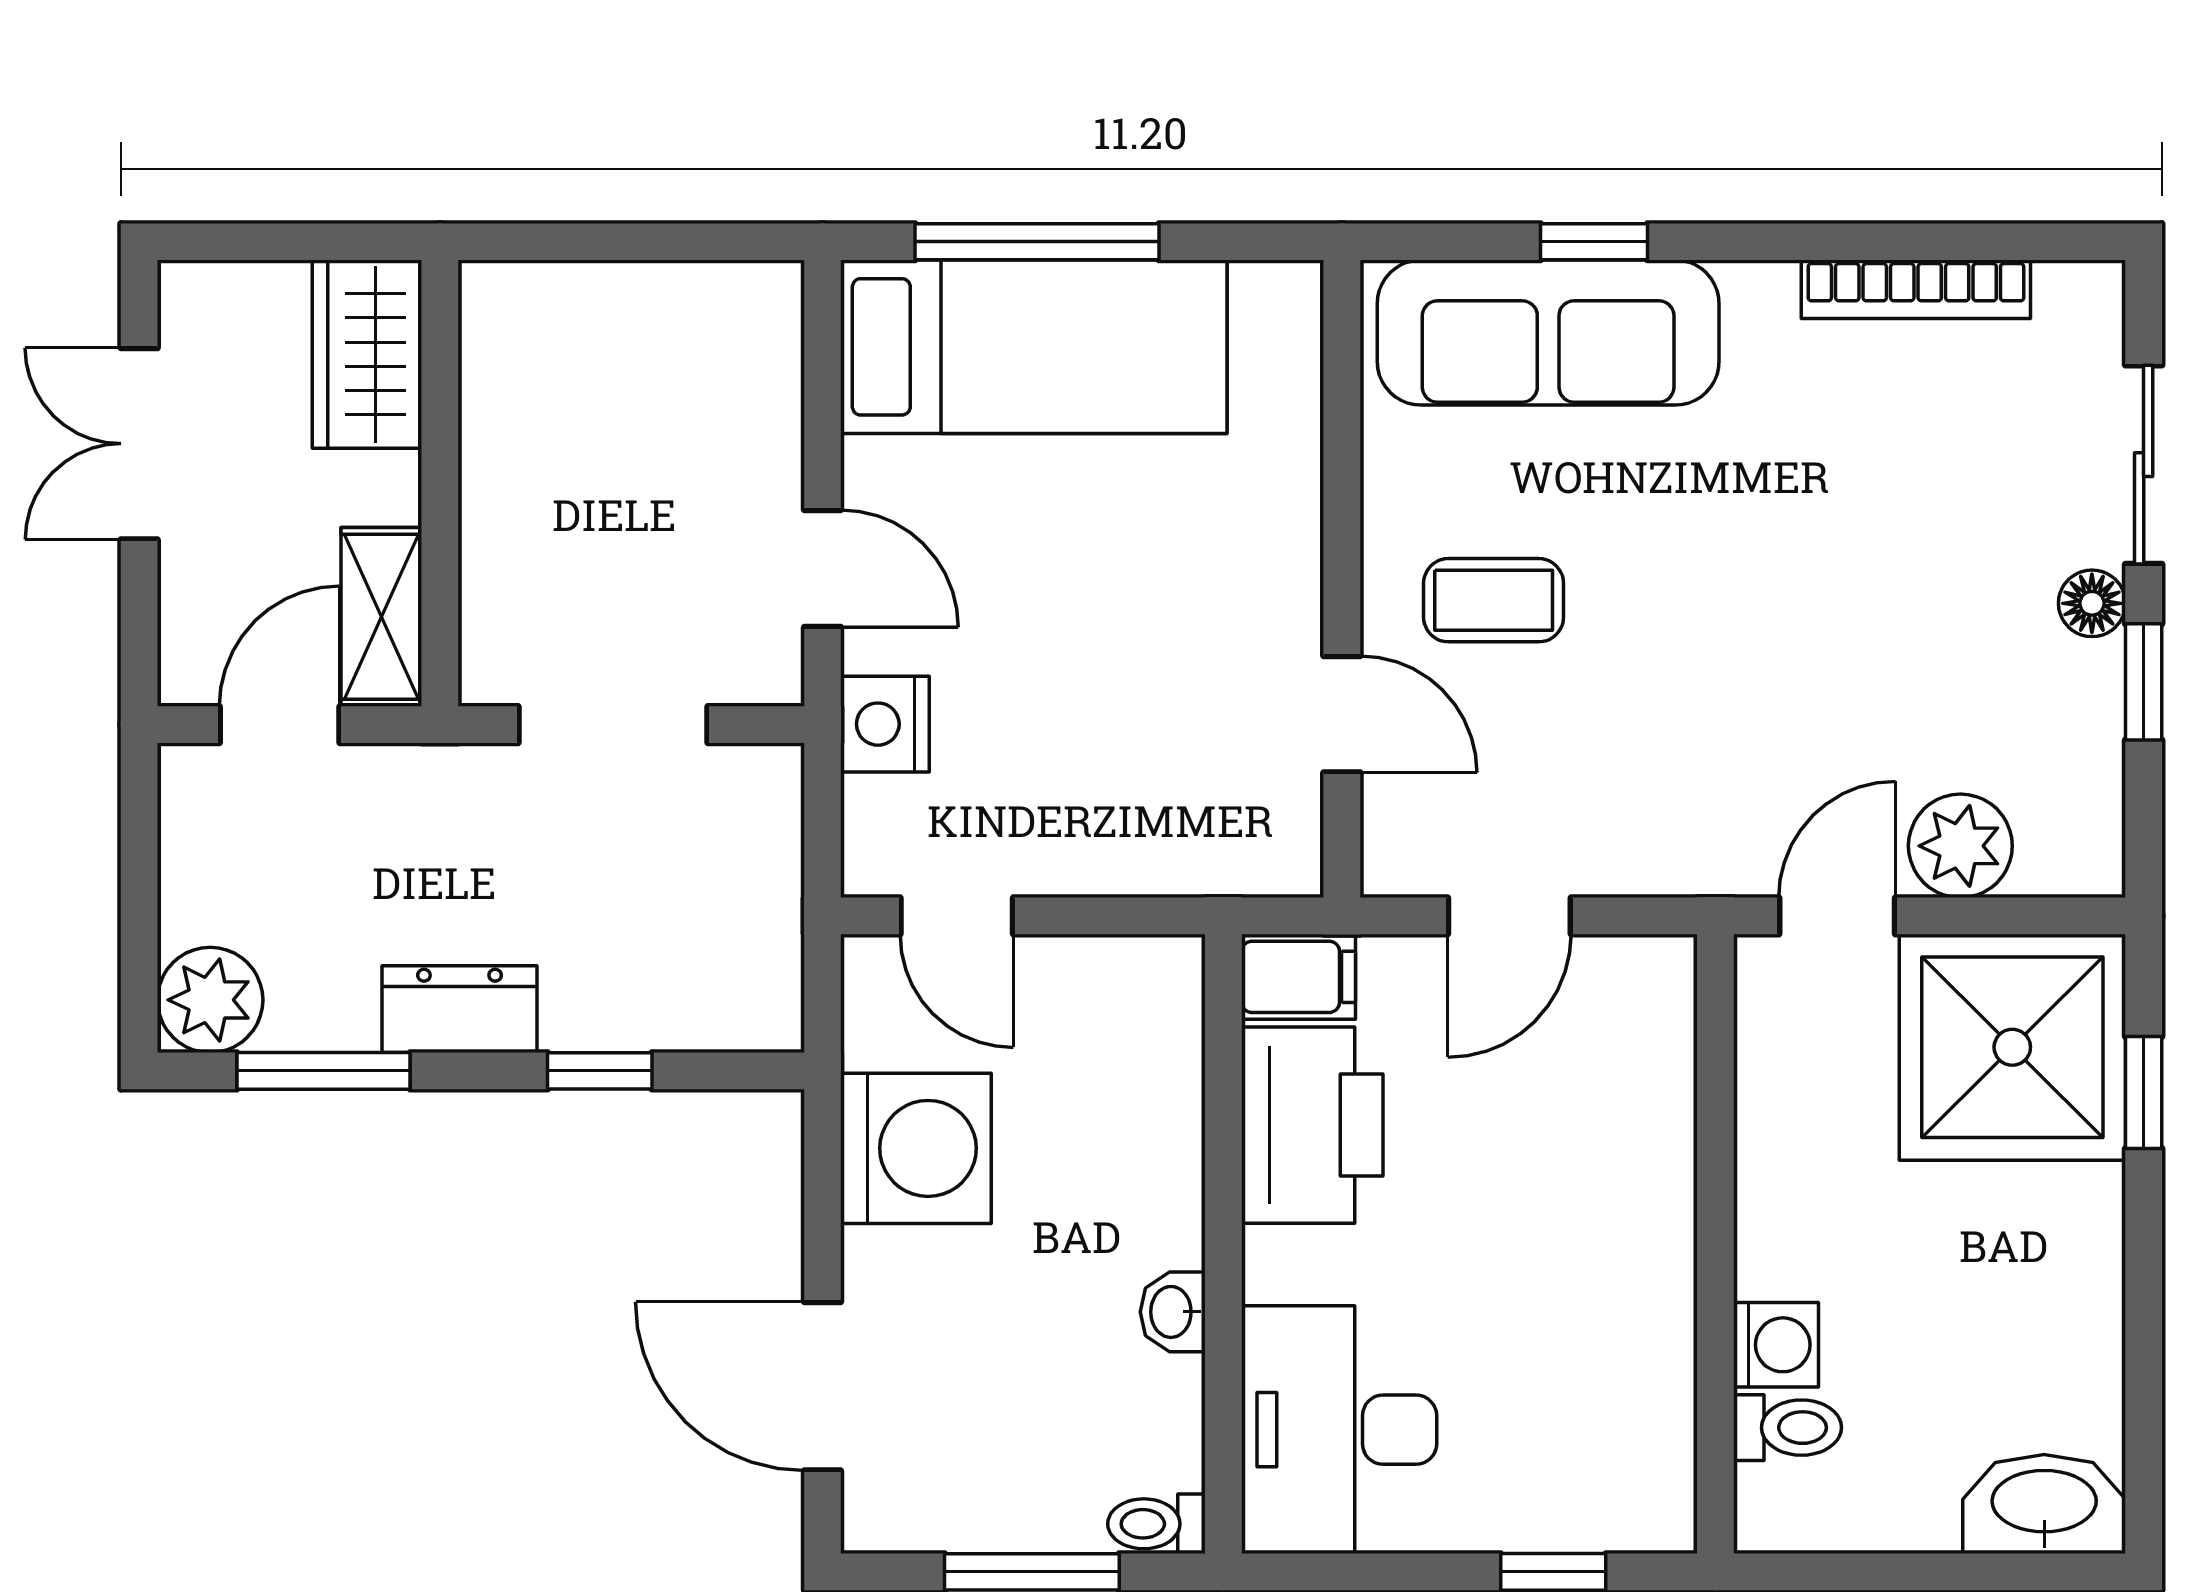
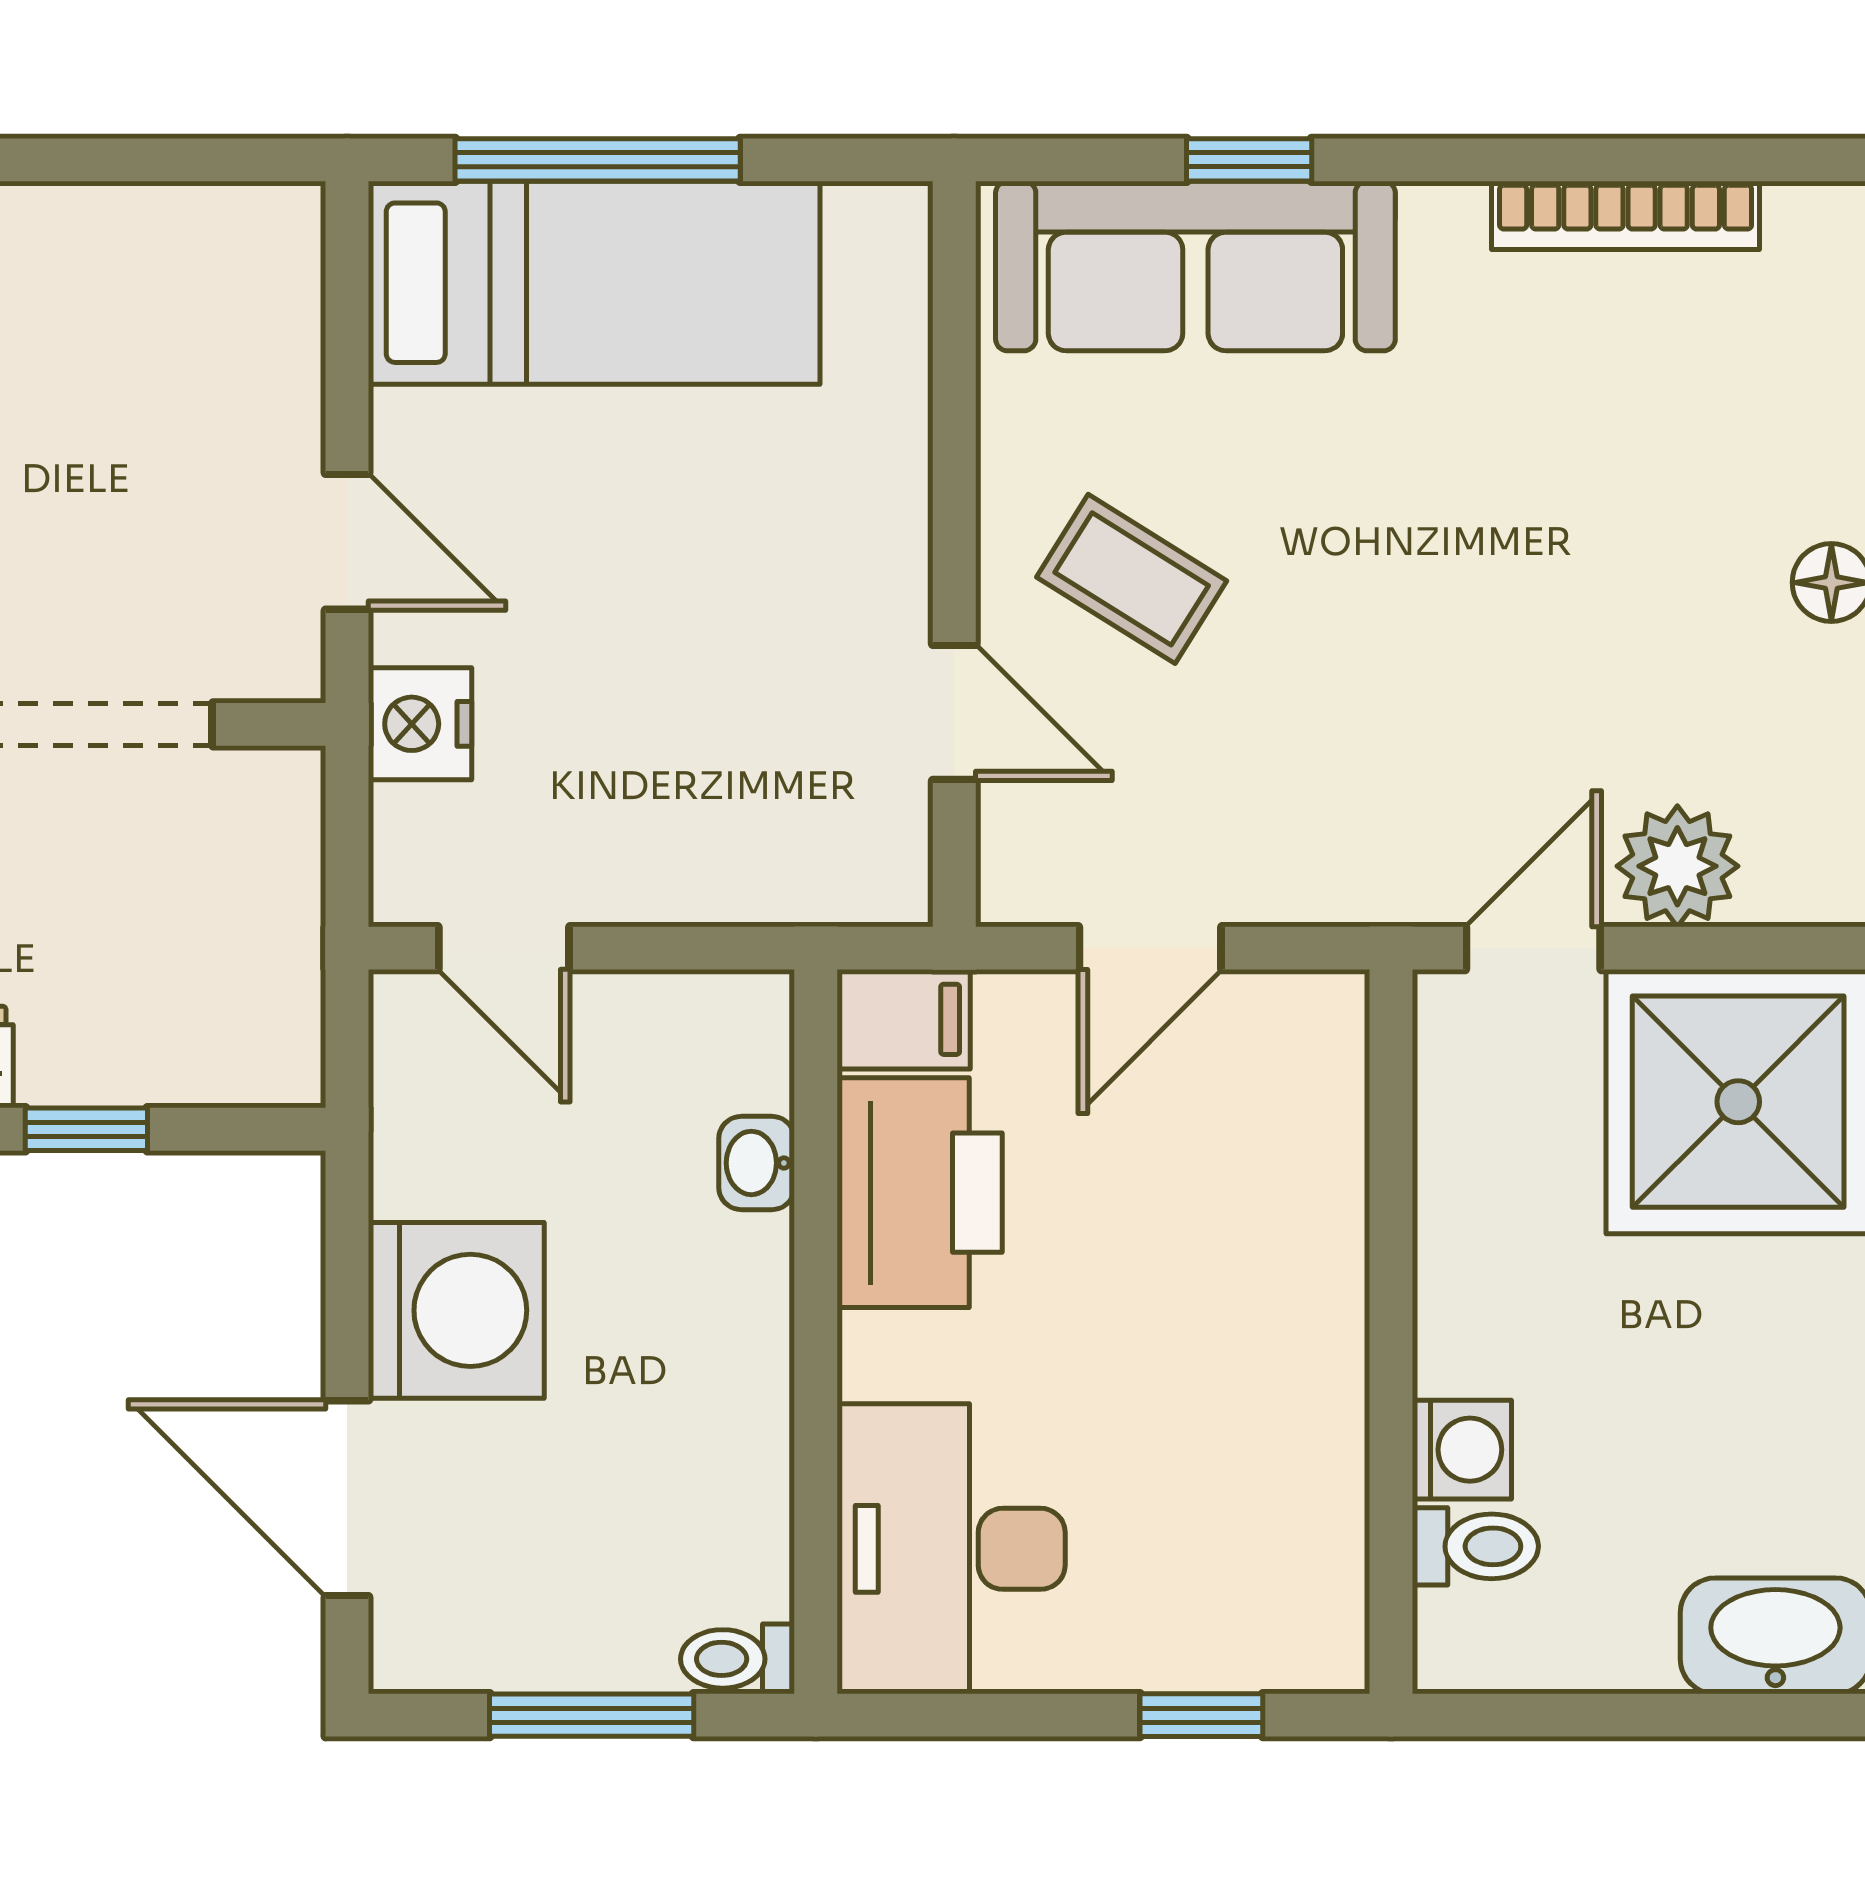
coffee table: (1494, 600) -> (1132, 579), turned 32
washing machine: (916, 1148) -> (456, 1310), moved
washbasin: (1173, 1312) -> (757, 1163), moved

